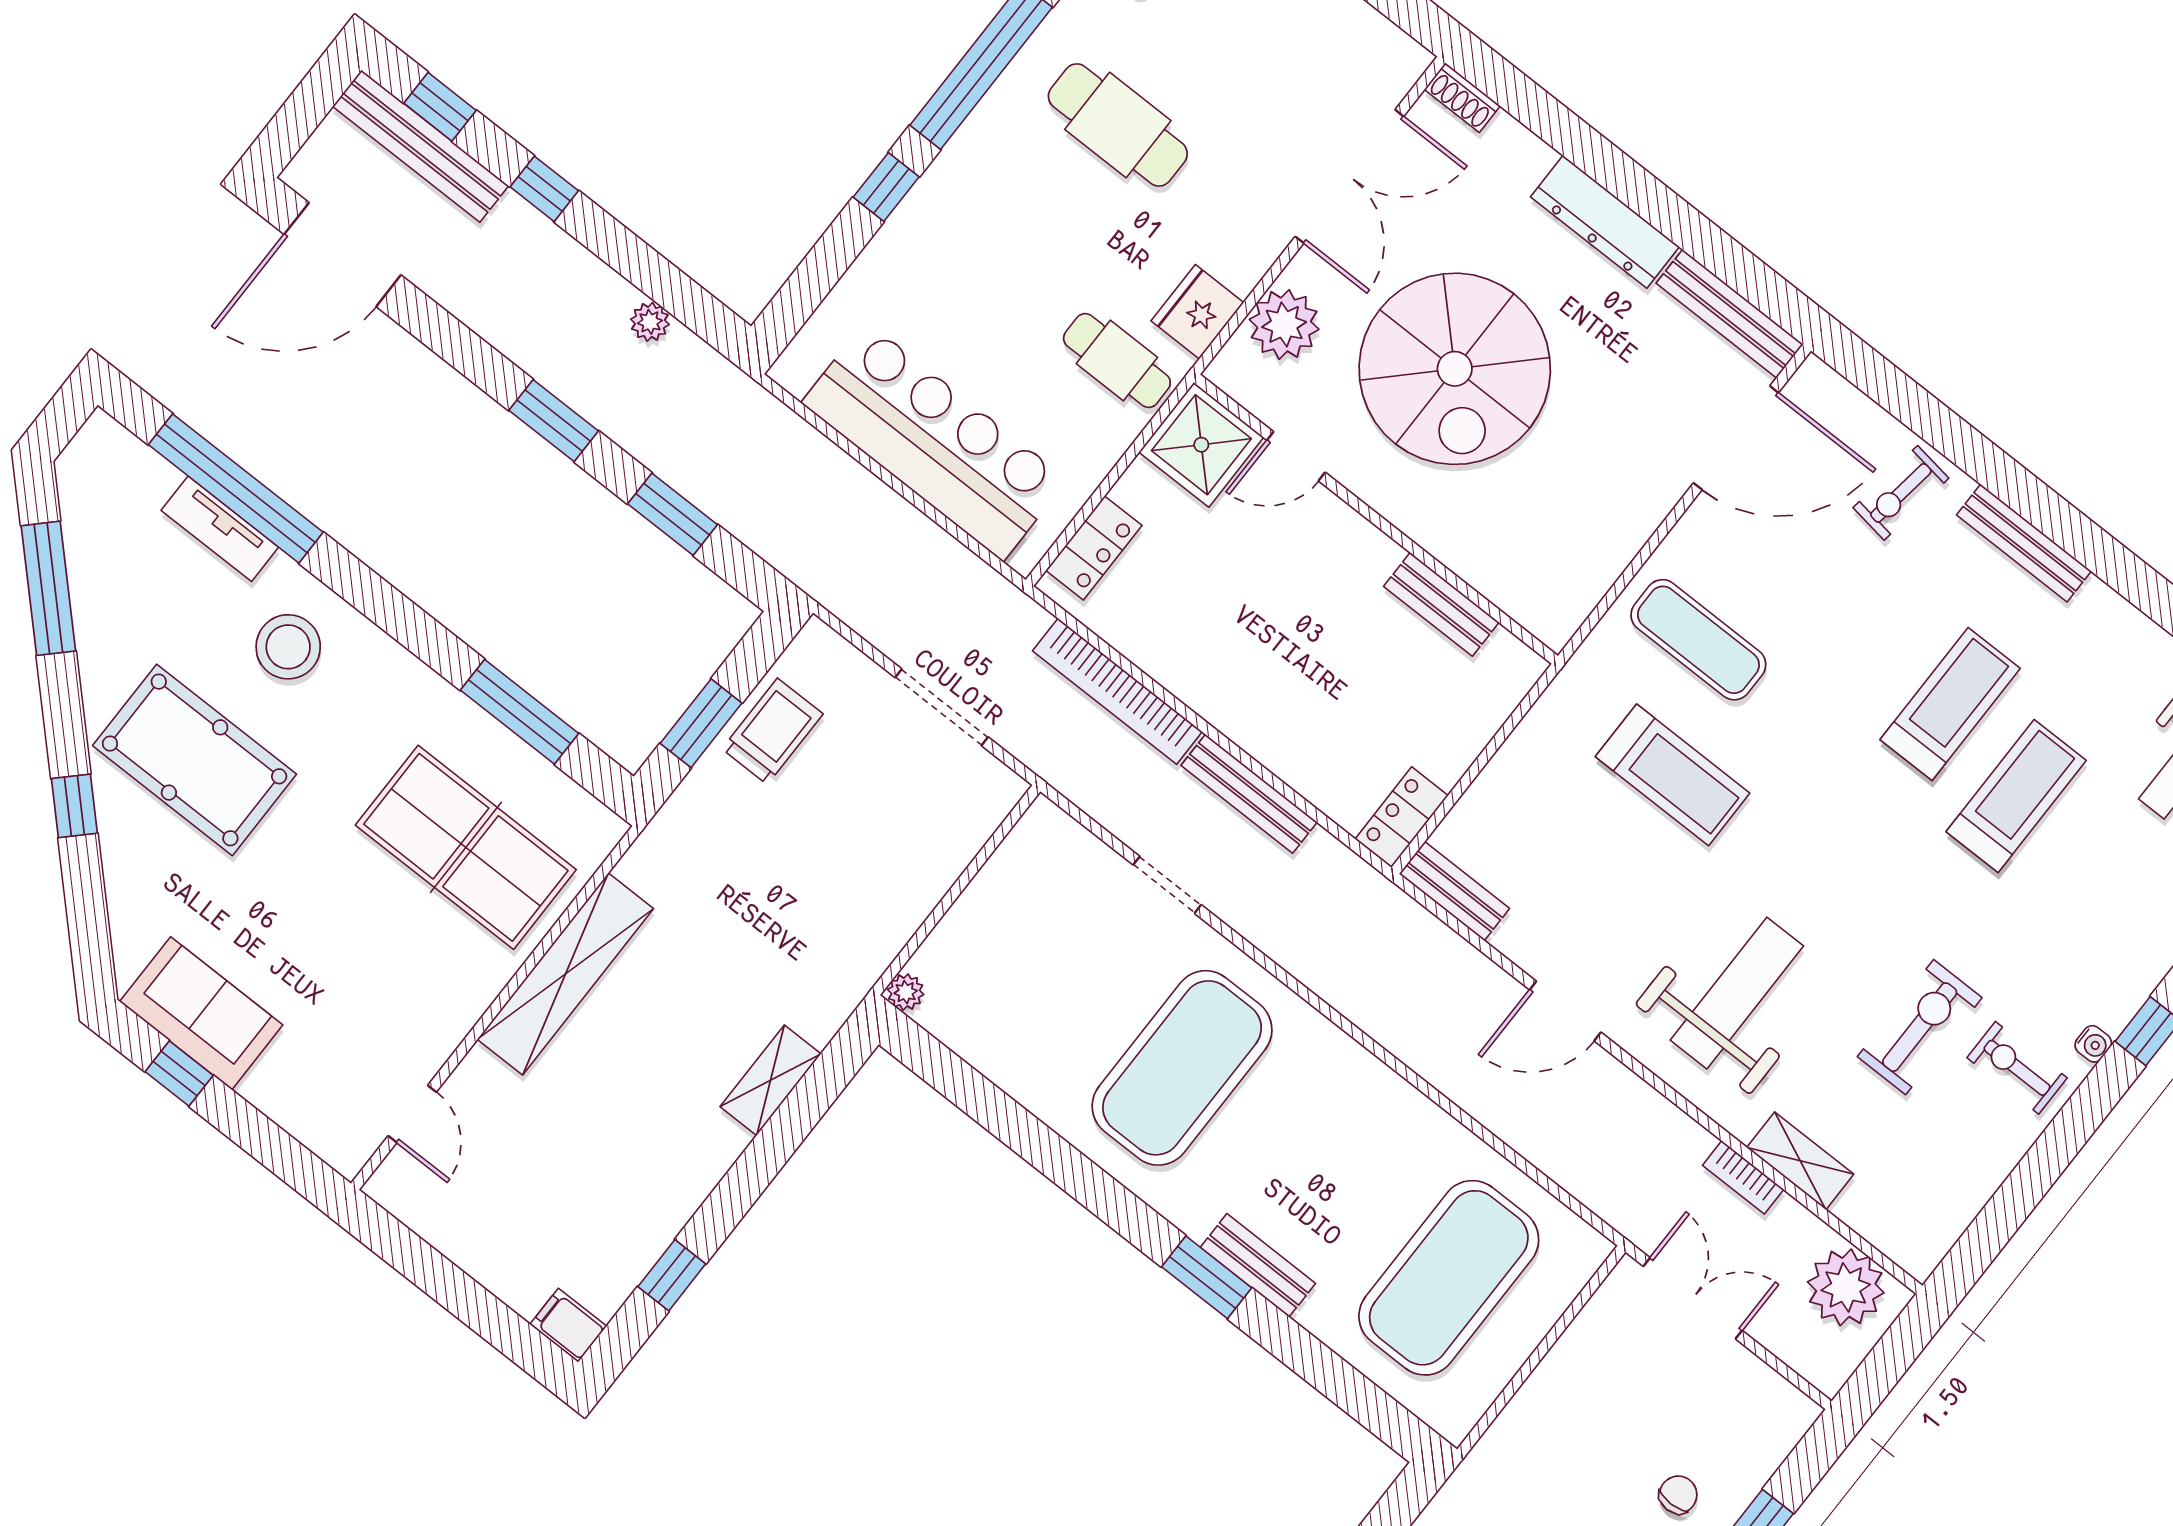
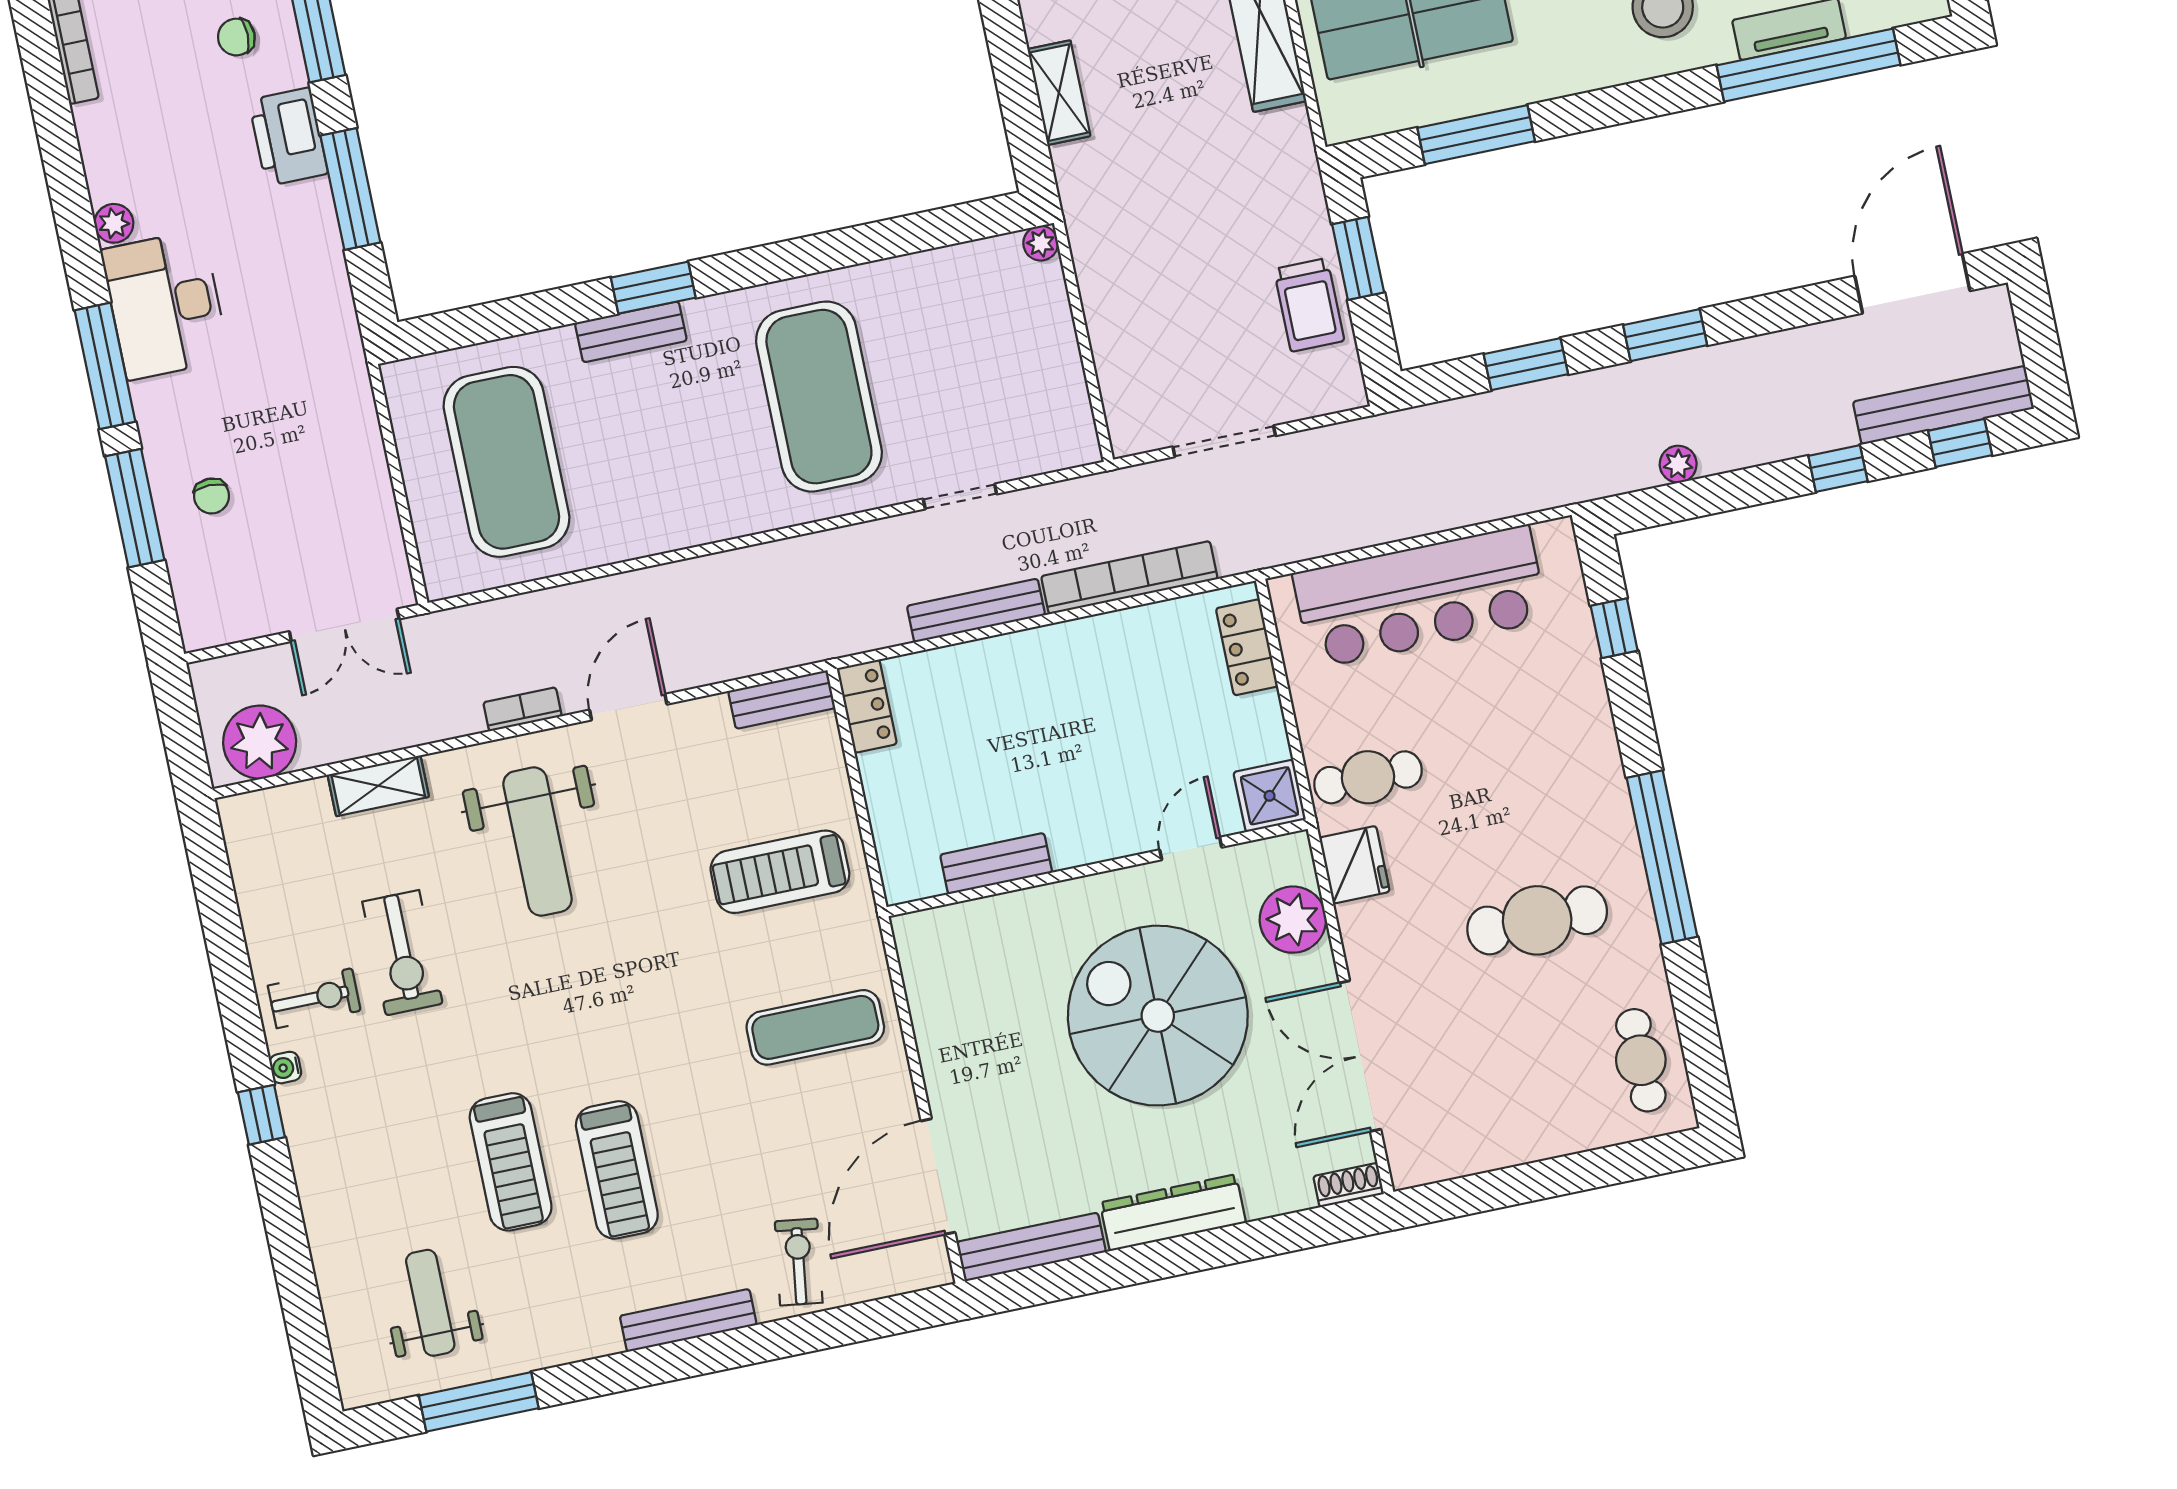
window: (886, 187) -> (1614, 628), moved
shower: (1201, 445) -> (1270, 796), width x0.73, depth x0.73
treadmill: (1673, 775) -> (780, 872), moved
bookcase: (1743, 1177) -> (522, 709), moved

